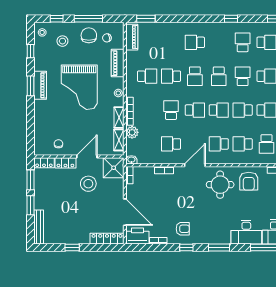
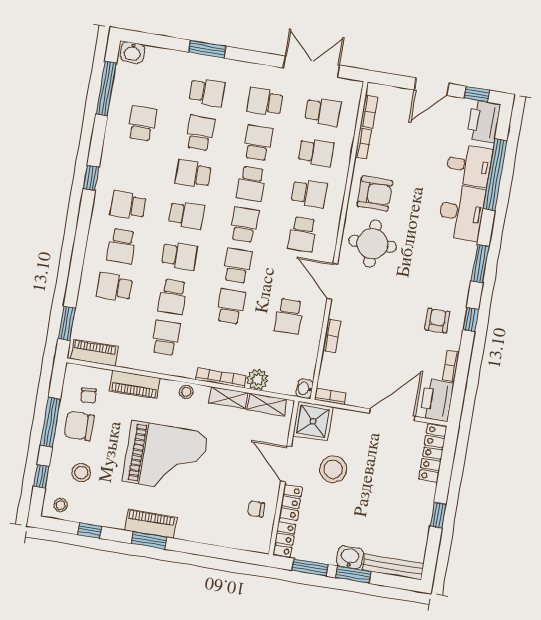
school desk: (171, 42) -> (115, 287), added
school desk: (243, 42) -> (128, 205), moved
school desk: (171, 110) -> (231, 306), turned 90
school desk: (243, 144) -> (309, 193), turned -90
washbasin: (40, 202) -> (350, 557), added

